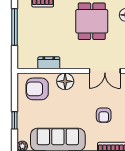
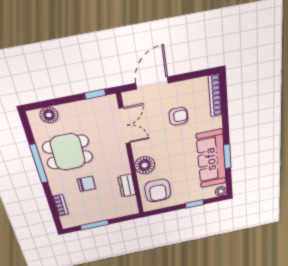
window: (15, 27) -> (95, 225), width x0.69
chair: (59, 29) -> (86, 184), added

